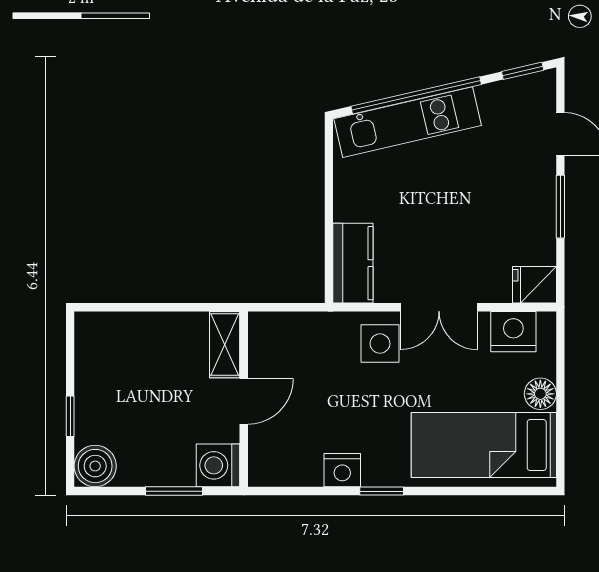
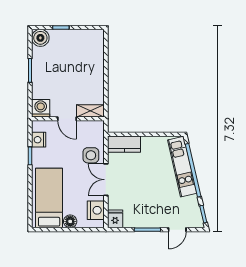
shelving: (225, 345) -> (90, 111), moved
wall: (244, 399) -> (68, 119), moved
door: (244, 401) -> (67, 119), moved
washing machine: (218, 465) -> (41, 108), moved

